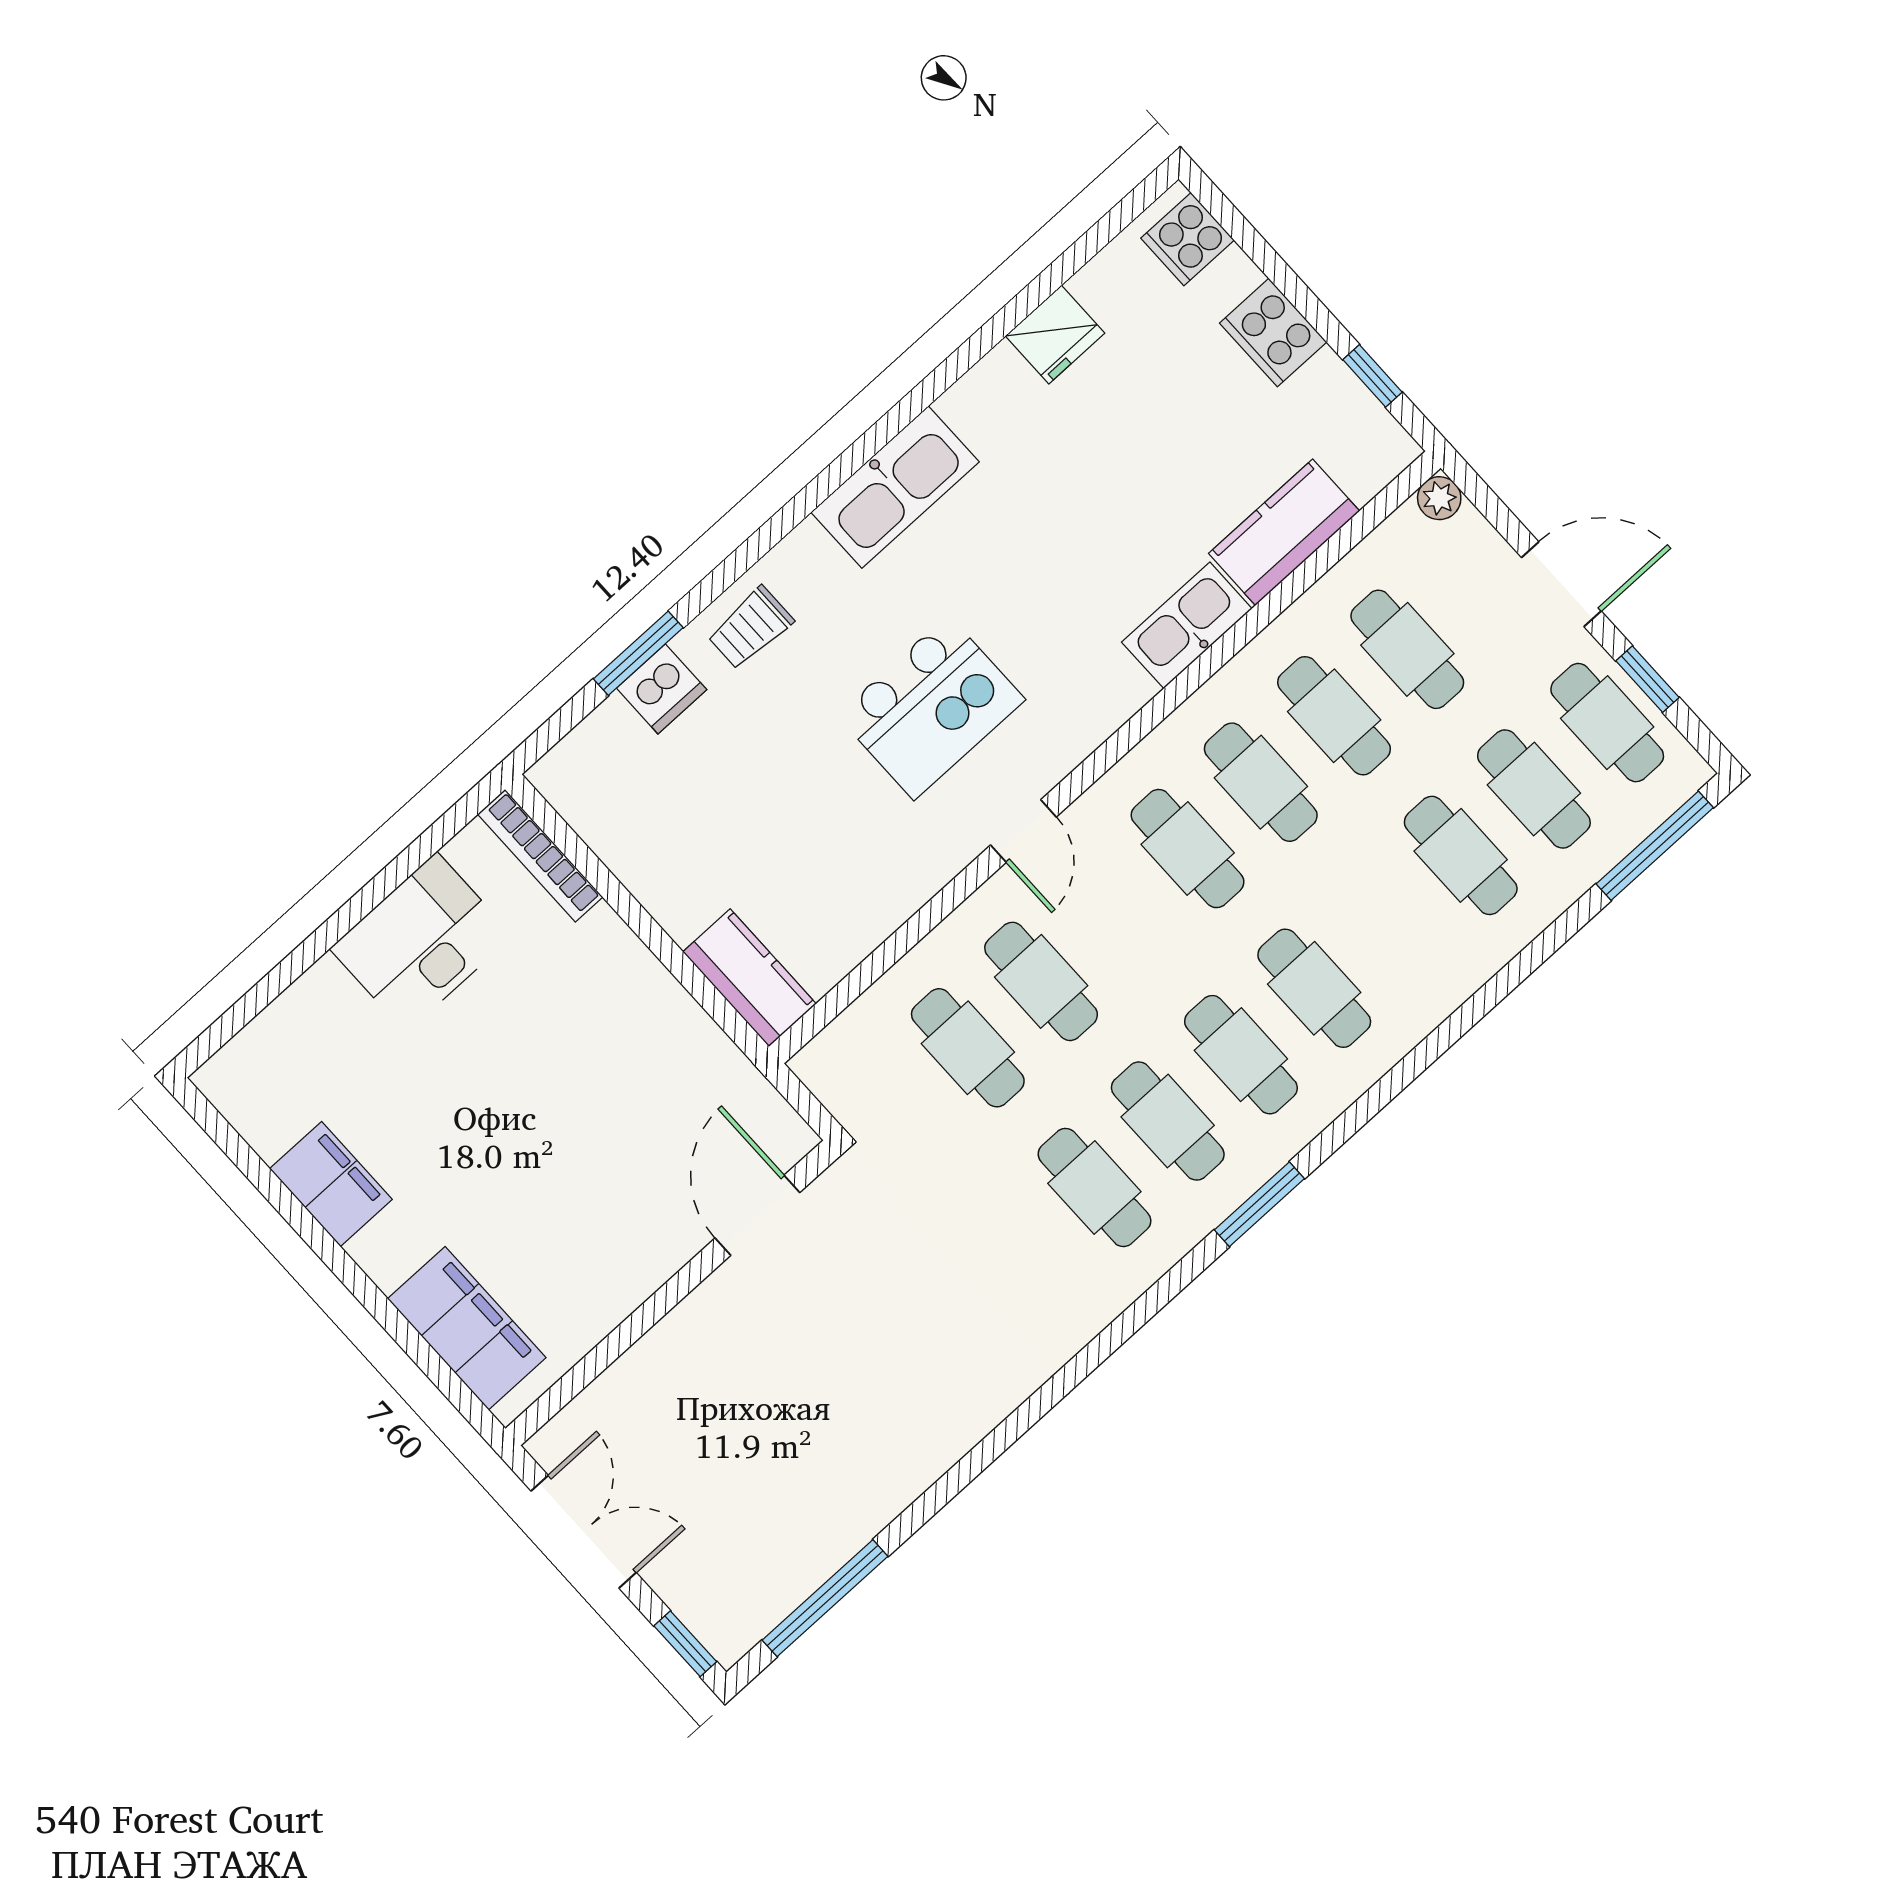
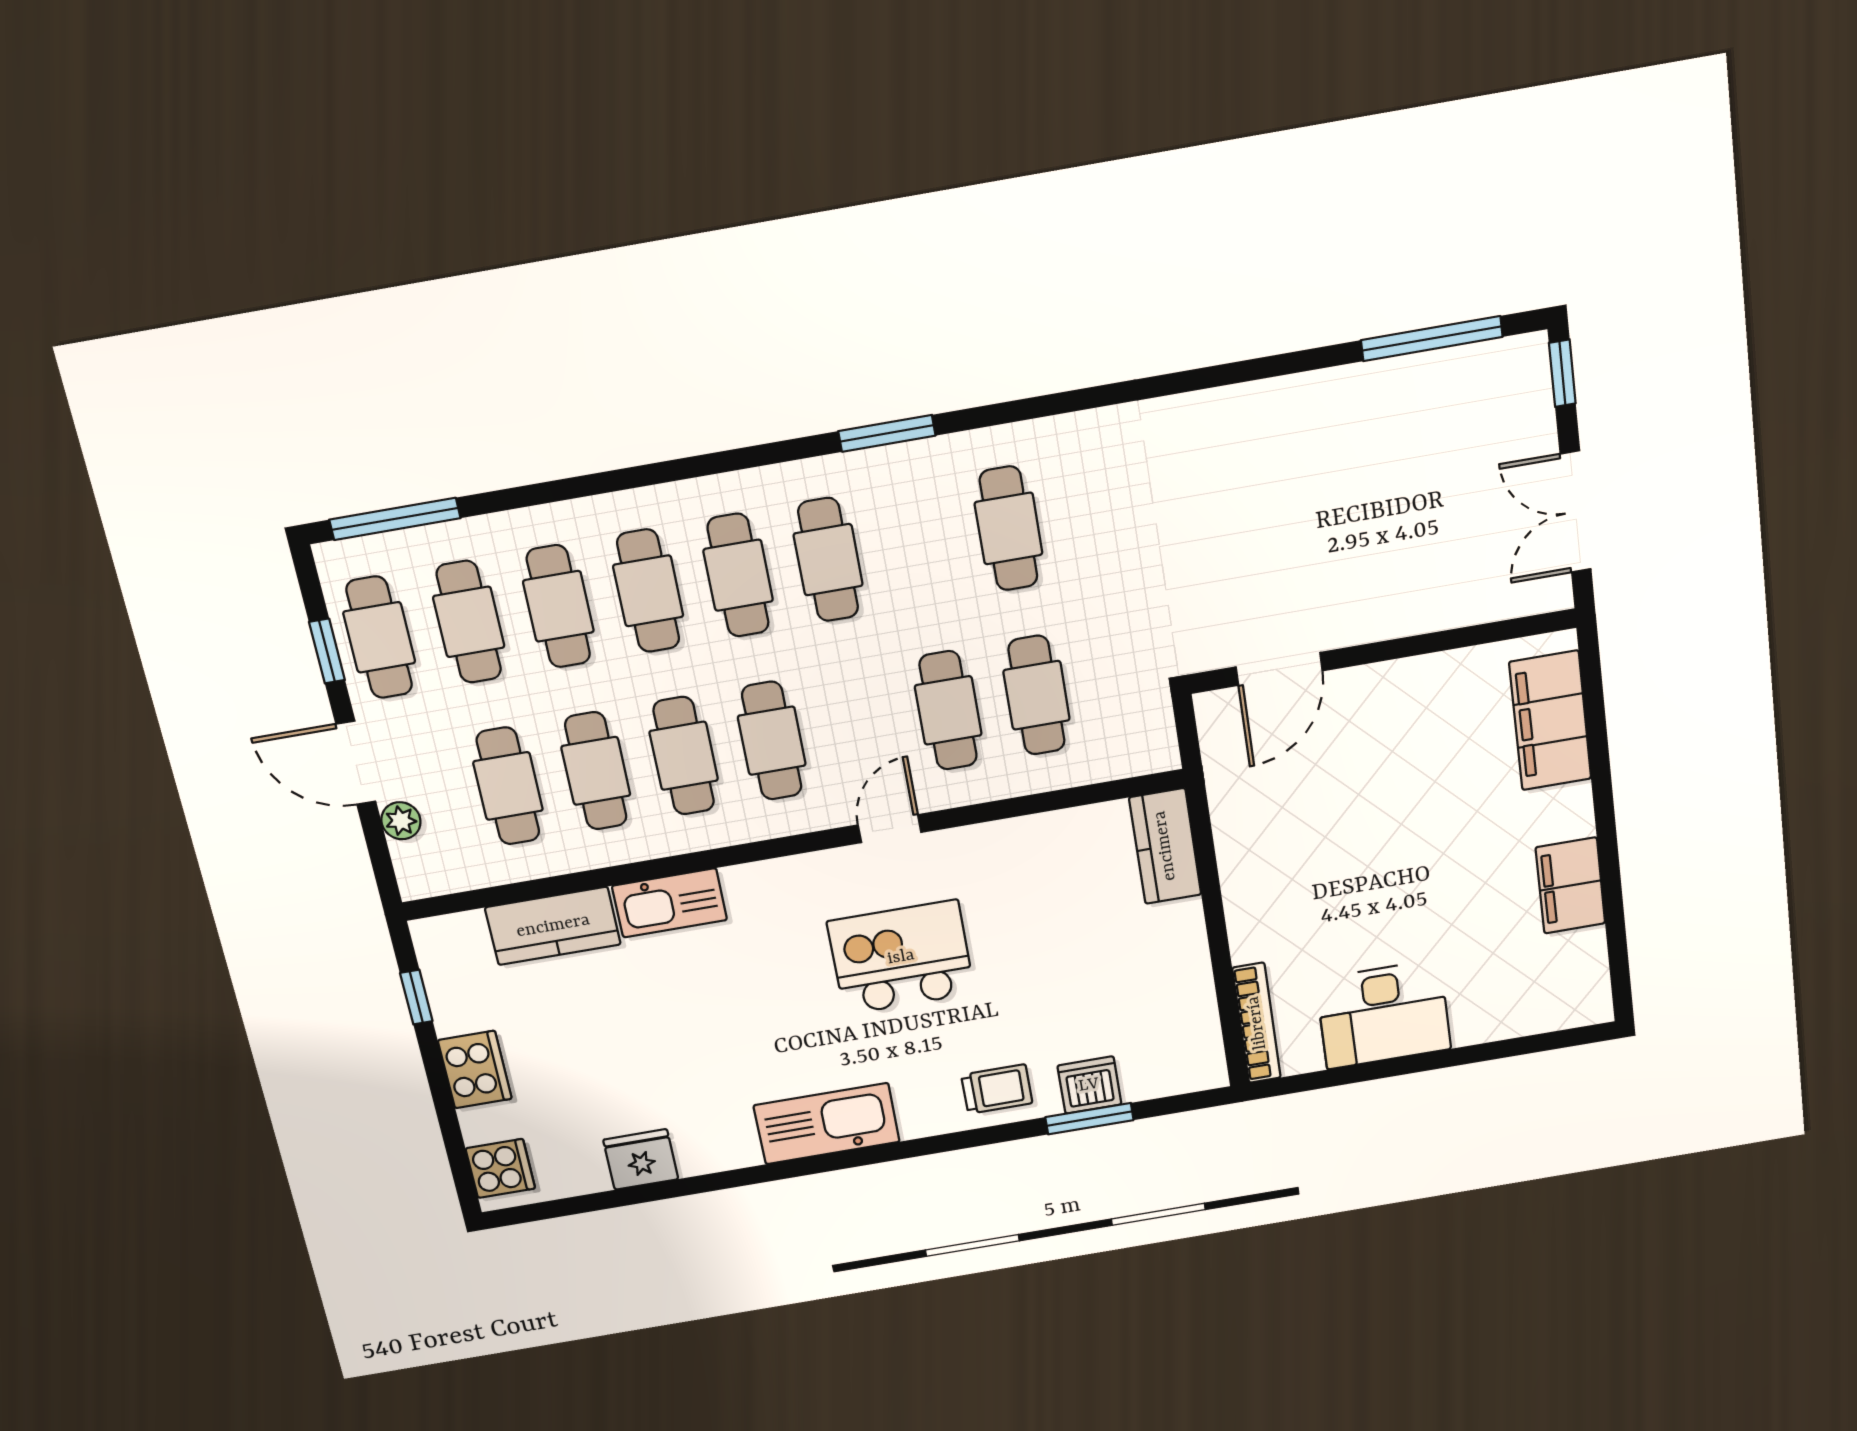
plant: (1439, 498) -> (401, 821), moved
cafe table: (1168, 1121) -> (648, 591), moved

